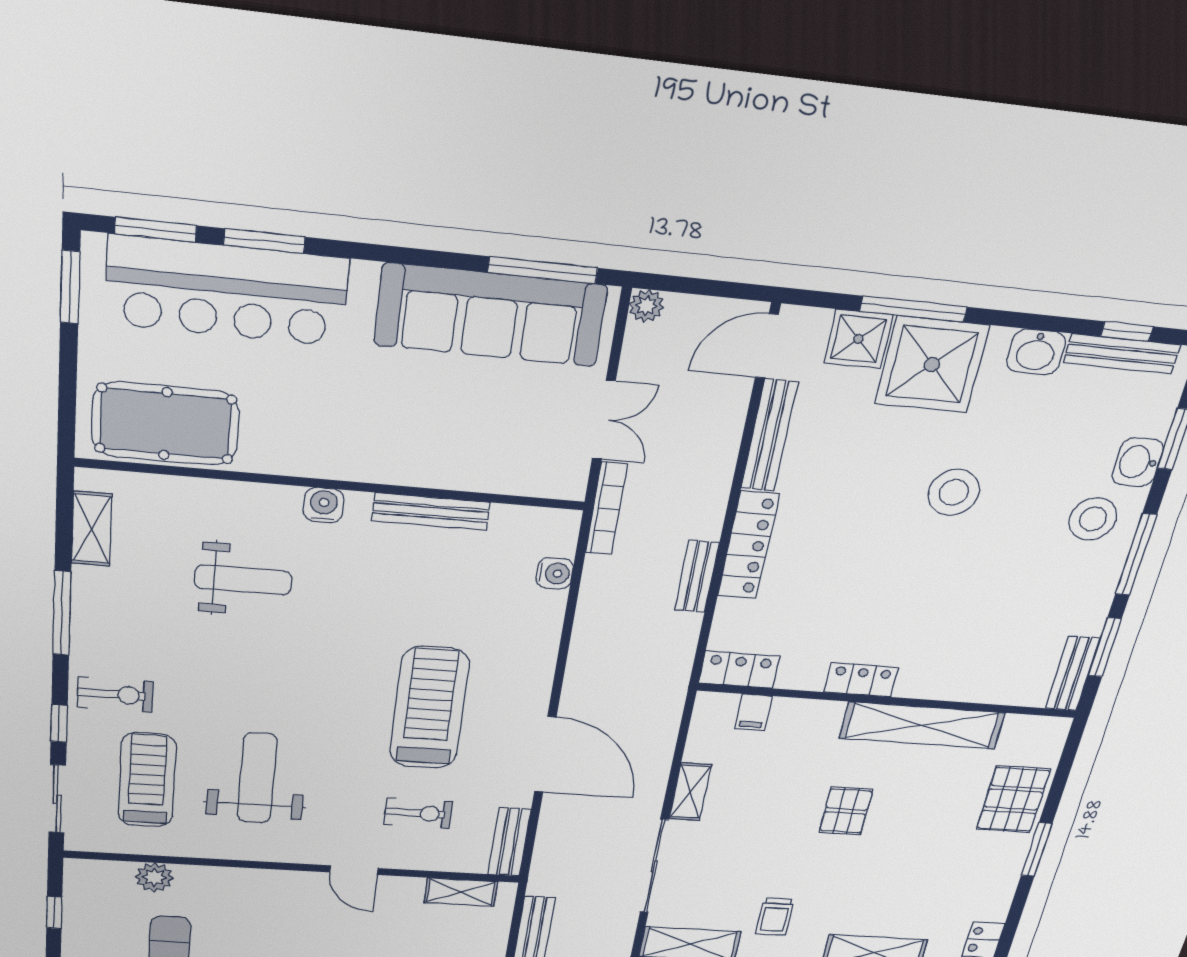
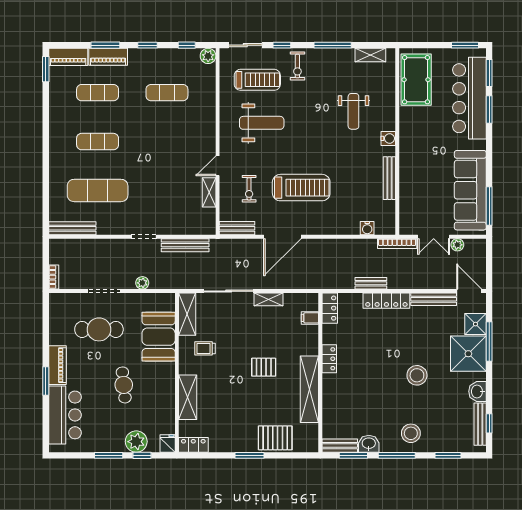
plant: (647, 306) -> (457, 245), moved
washbasin: (1138, 462) -> (369, 444), moved
plant: (154, 877) -> (208, 56), moved
shelving: (461, 892) -> (209, 192), moved

